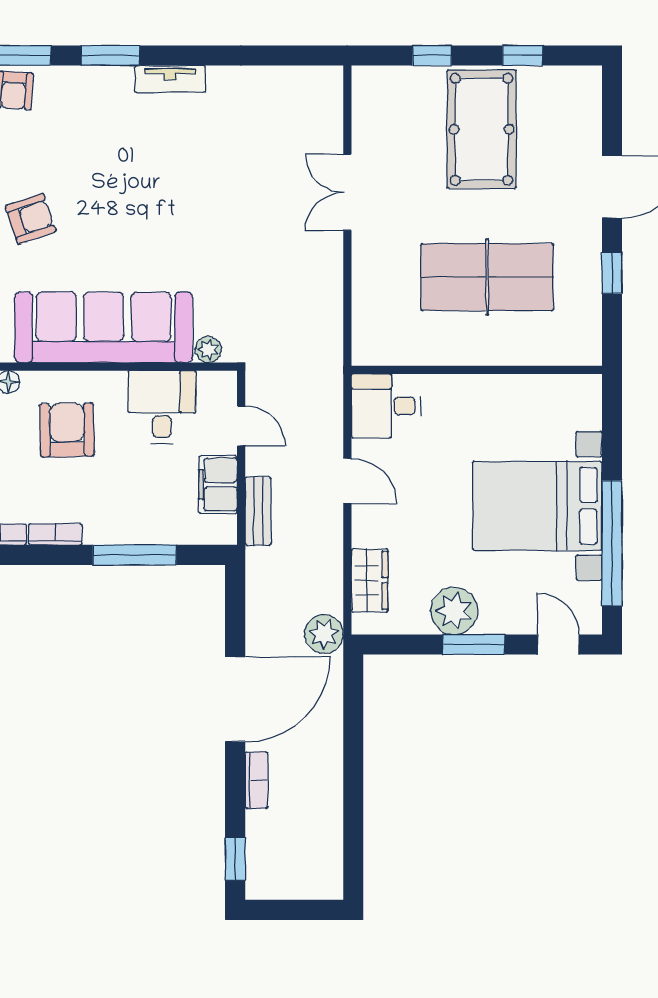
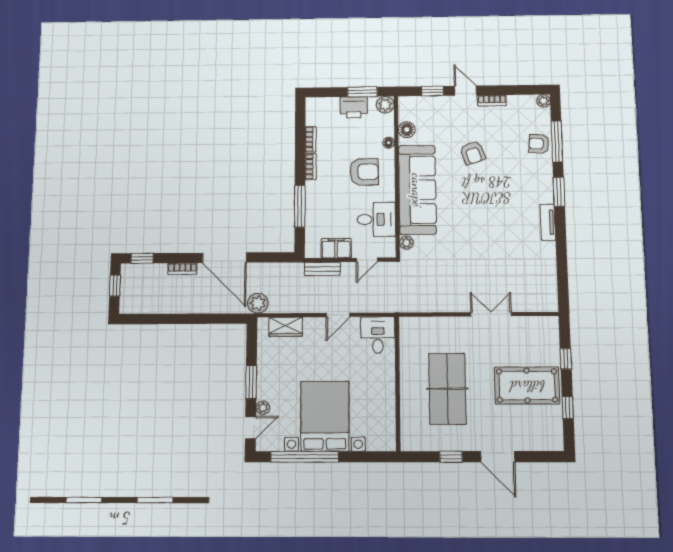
plant: (454, 611) -> (263, 408), moved, width x0.53, depth x0.53
window: (288, 910) -> (115, 286), added

